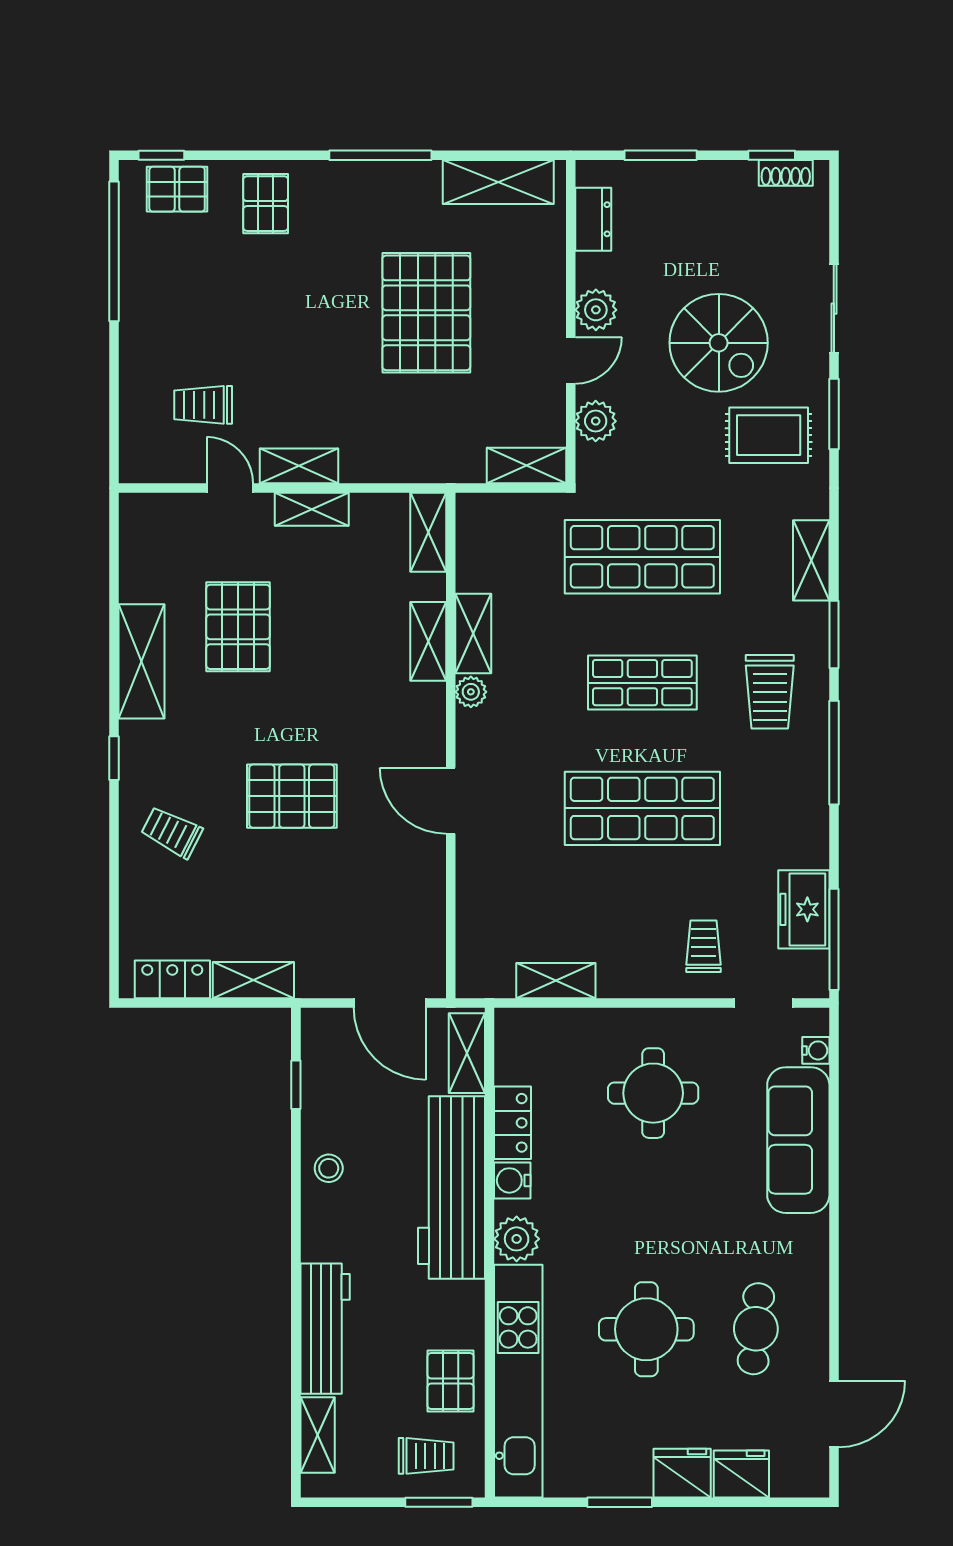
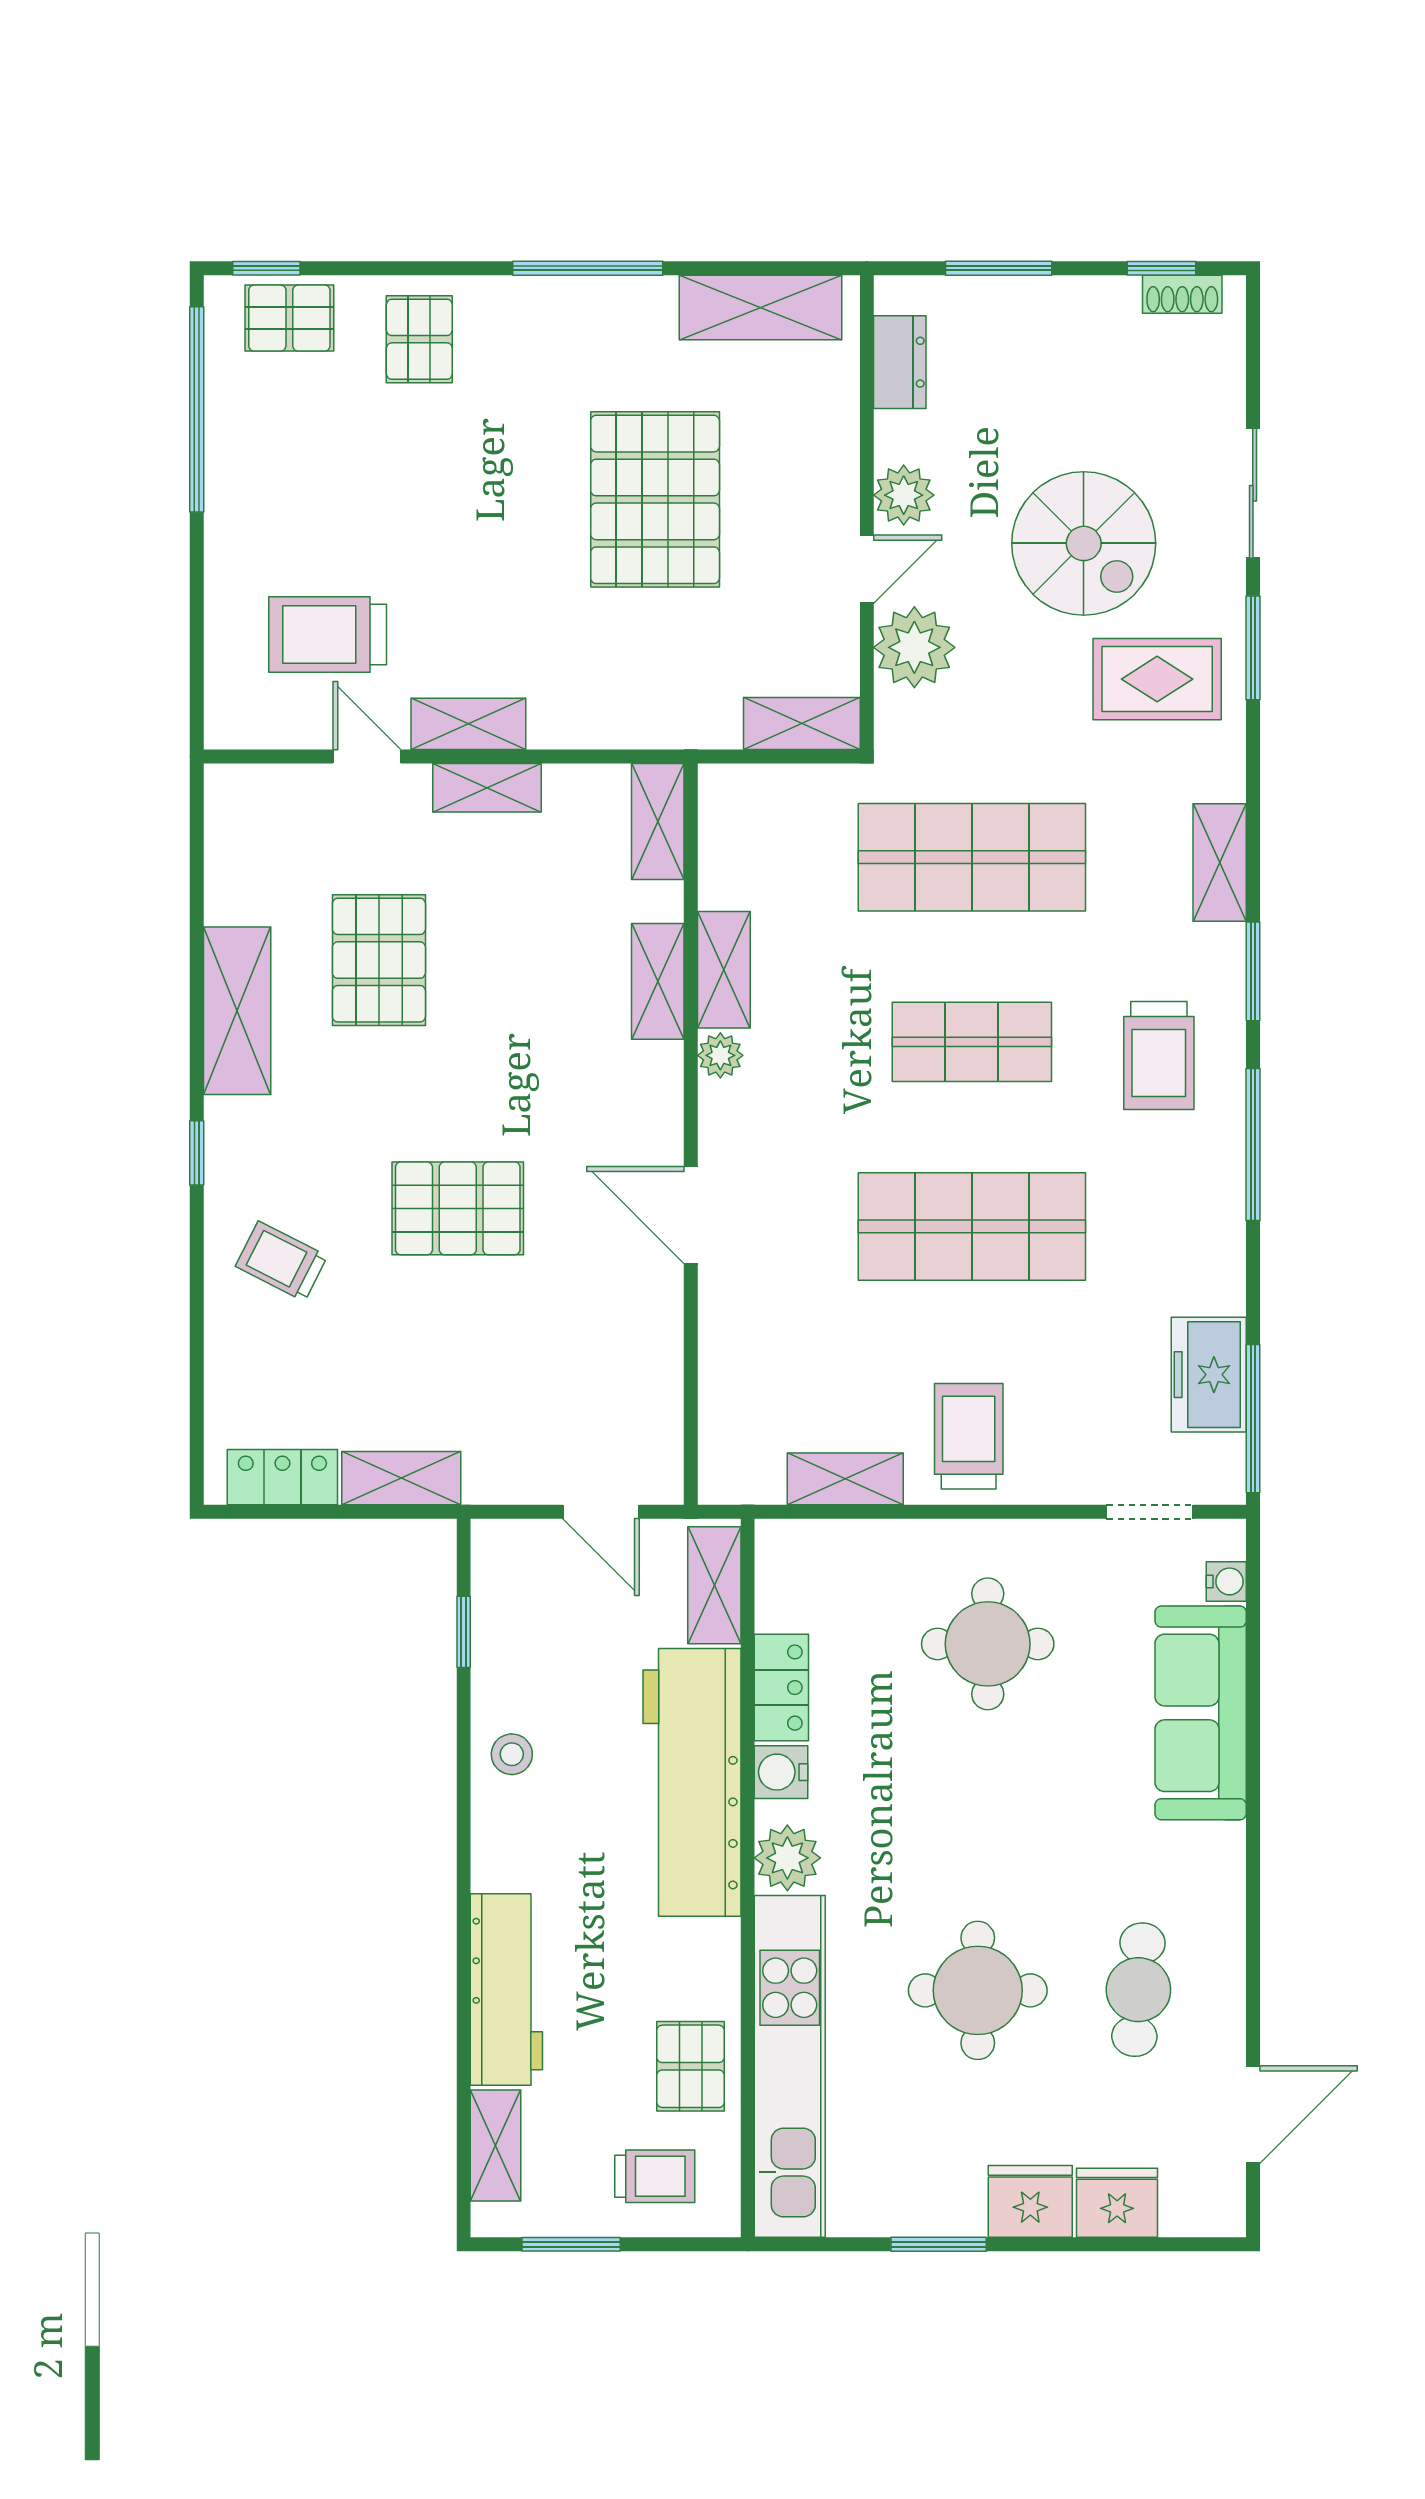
trolley: (203, 405) -> (328, 634), width x1.36, depth x1.39
plant: (596, 421) -> (914, 647), width x1.36, depth x1.36
trolley: (704, 946) -> (969, 1436), moved, width x1.36, depth x1.39
door: (390, 1003) -> (601, 1512), width x0.73
window: (439, 1502) -> (571, 2244), moved

